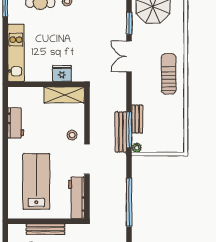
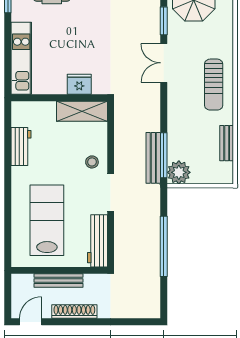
sun lounger: (169, 74) -> (214, 85), turned 180
bench: (137, 119) -> (227, 143), moved
plant: (137, 148) -> (179, 172), width x1.87, depth x1.87

